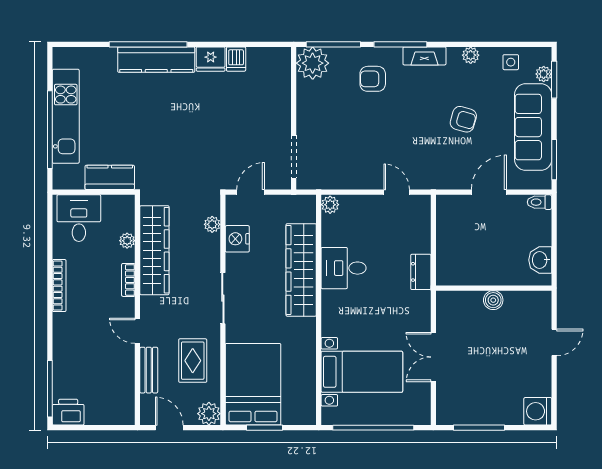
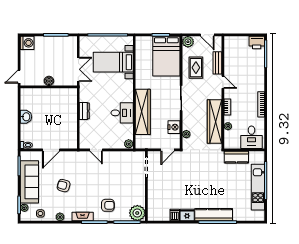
wall: (494, 288) -> (49, 87), moved
boiler: (493, 300) -> (49, 81), moved

